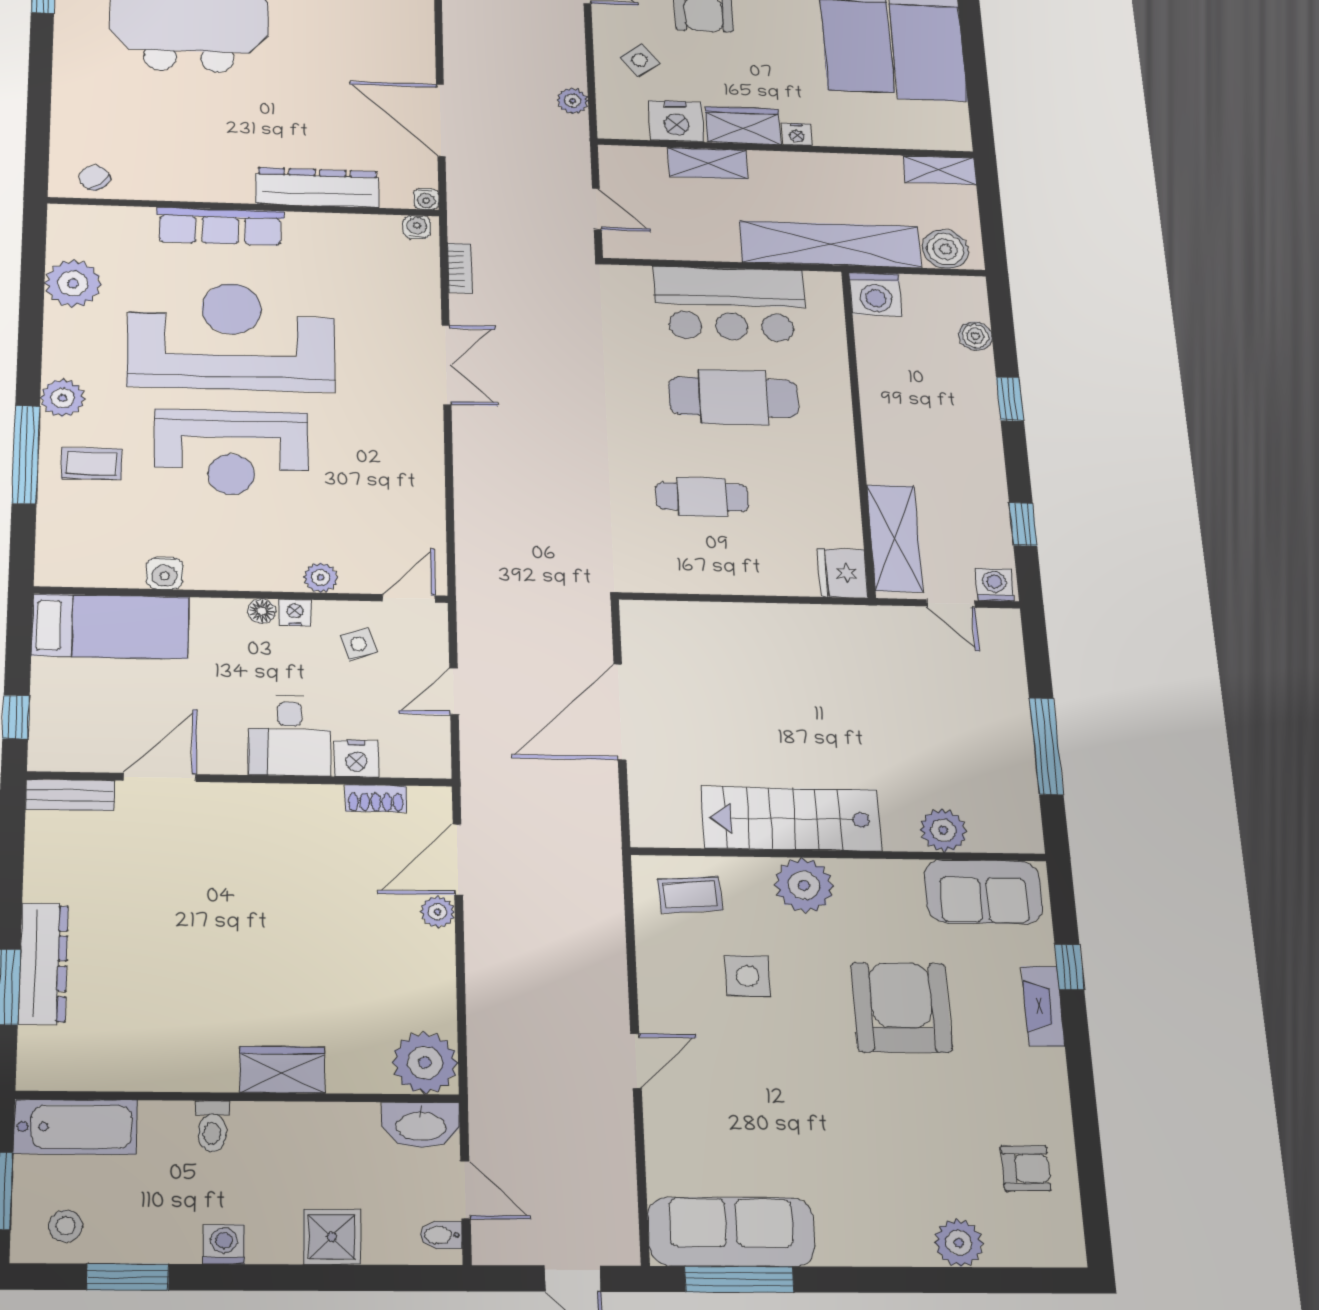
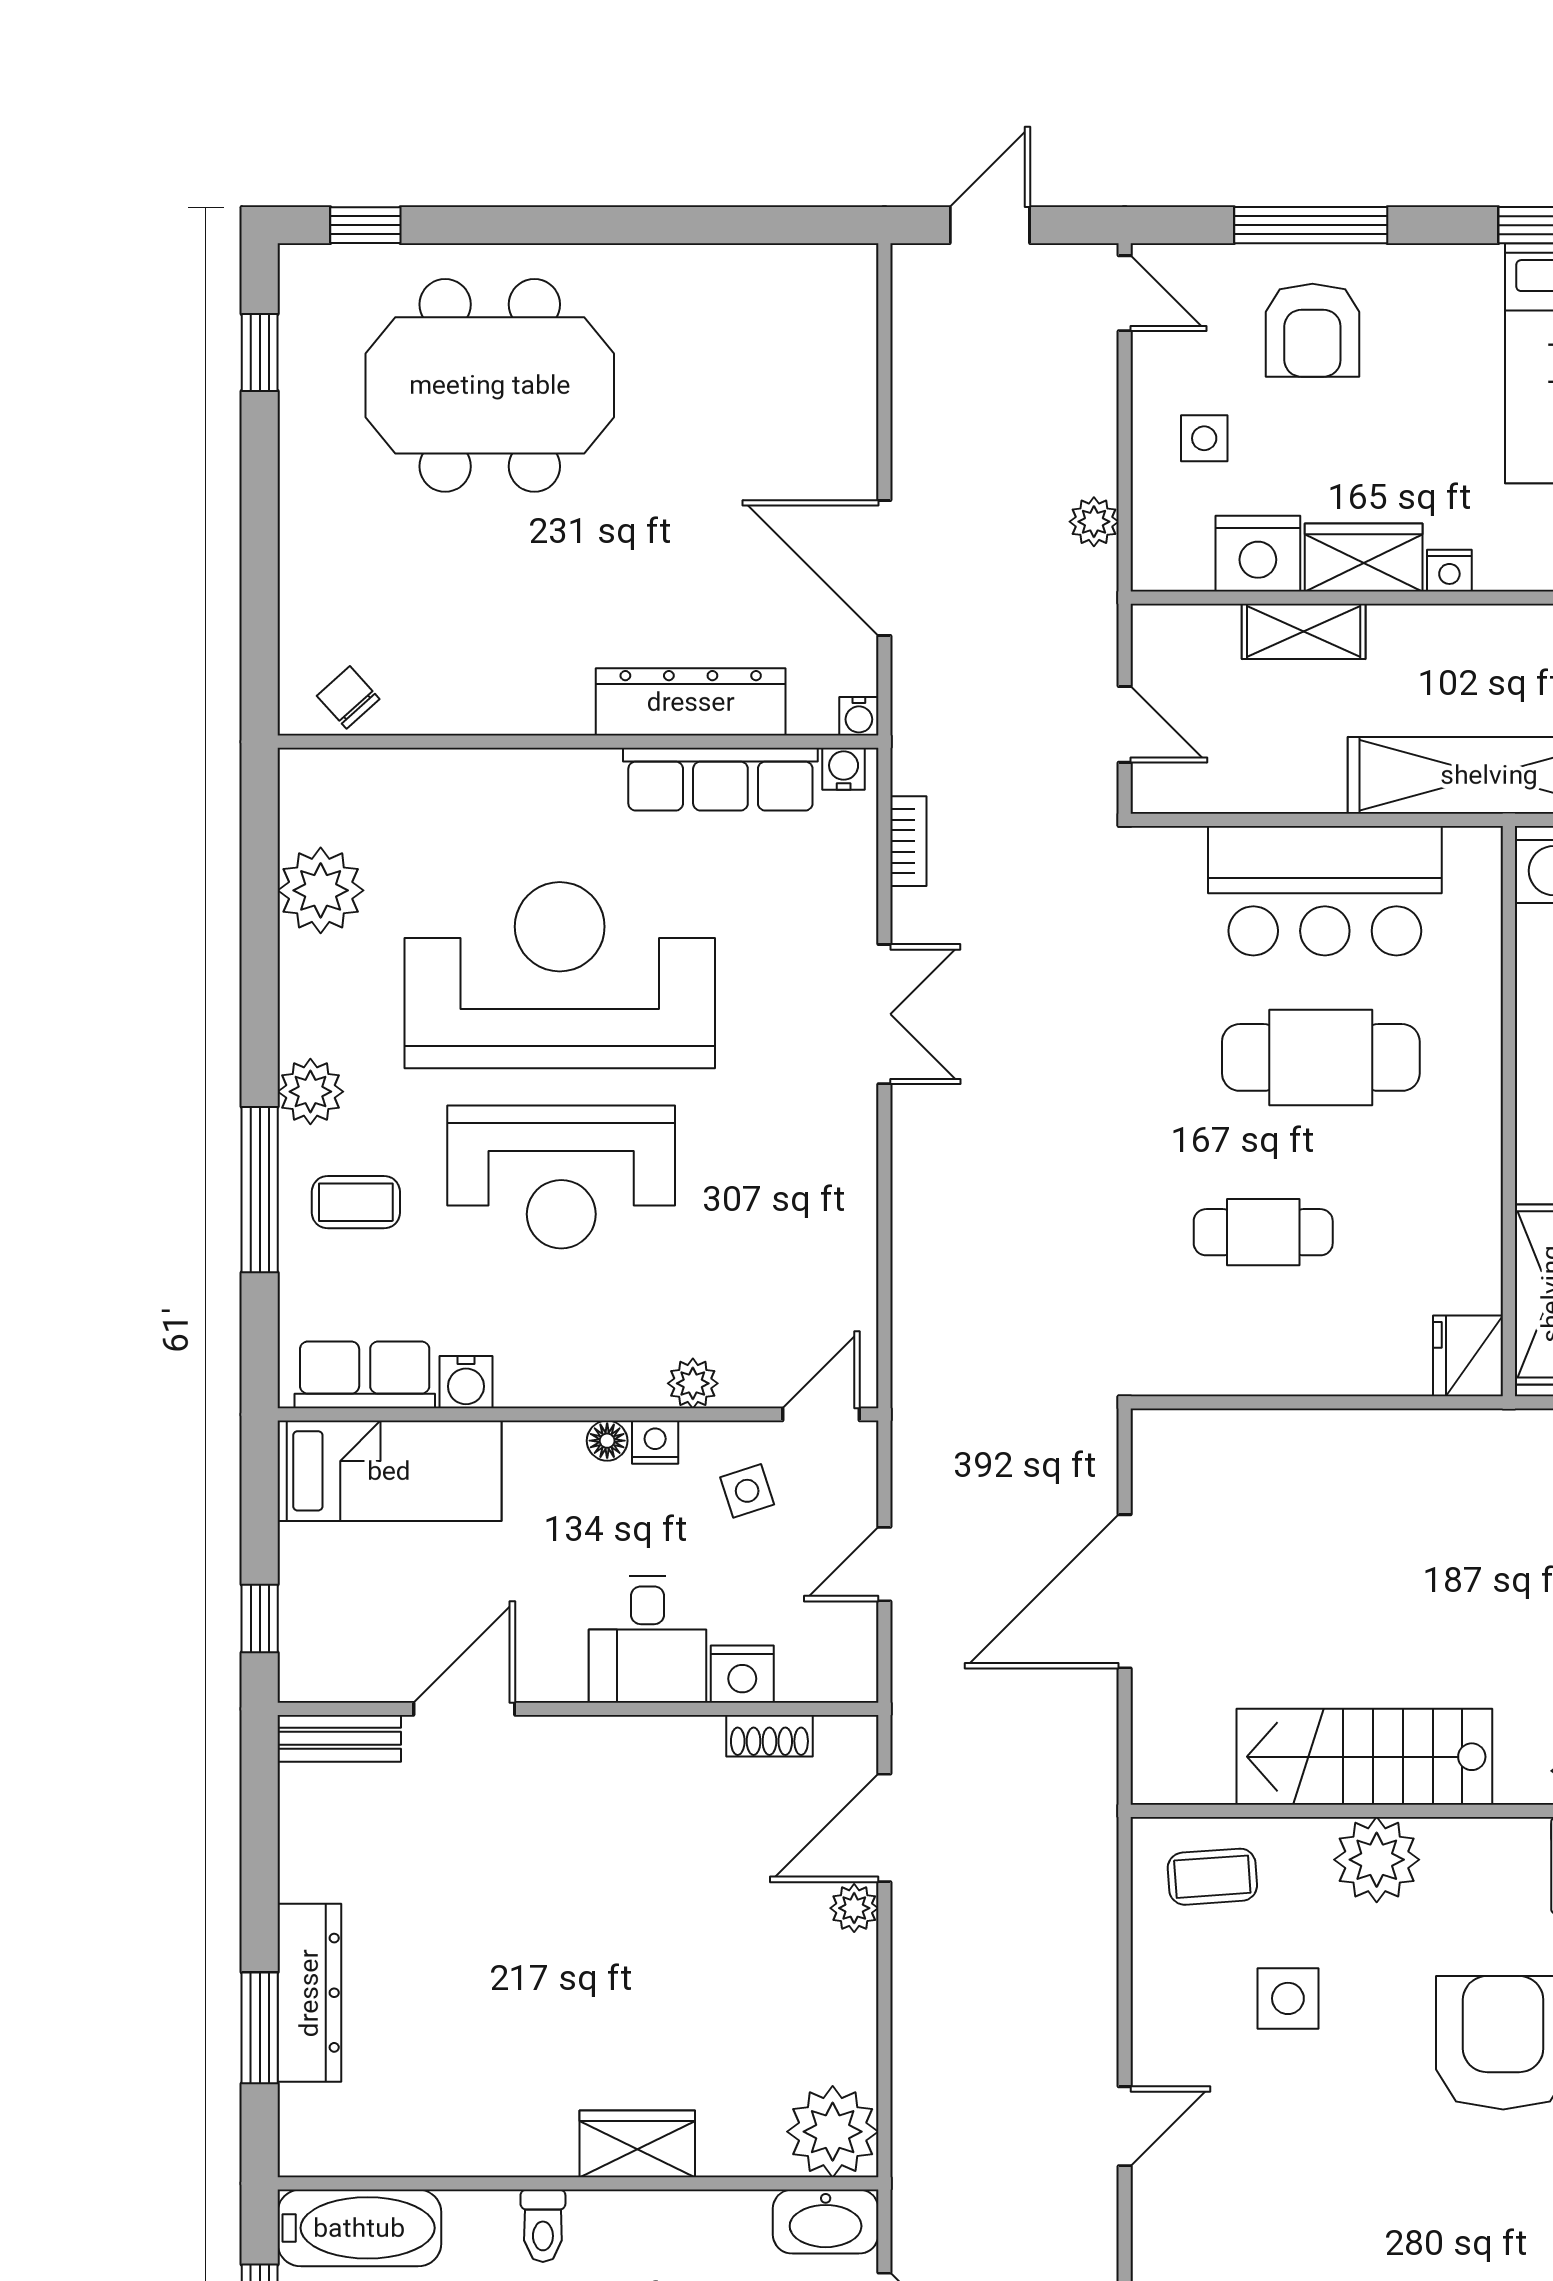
side table: (640, 60) -> (1204, 438), turned 37
row of seats: (220, 226) -> (720, 779), moved
row of seats: (95, 567) -> (365, 1375), added

